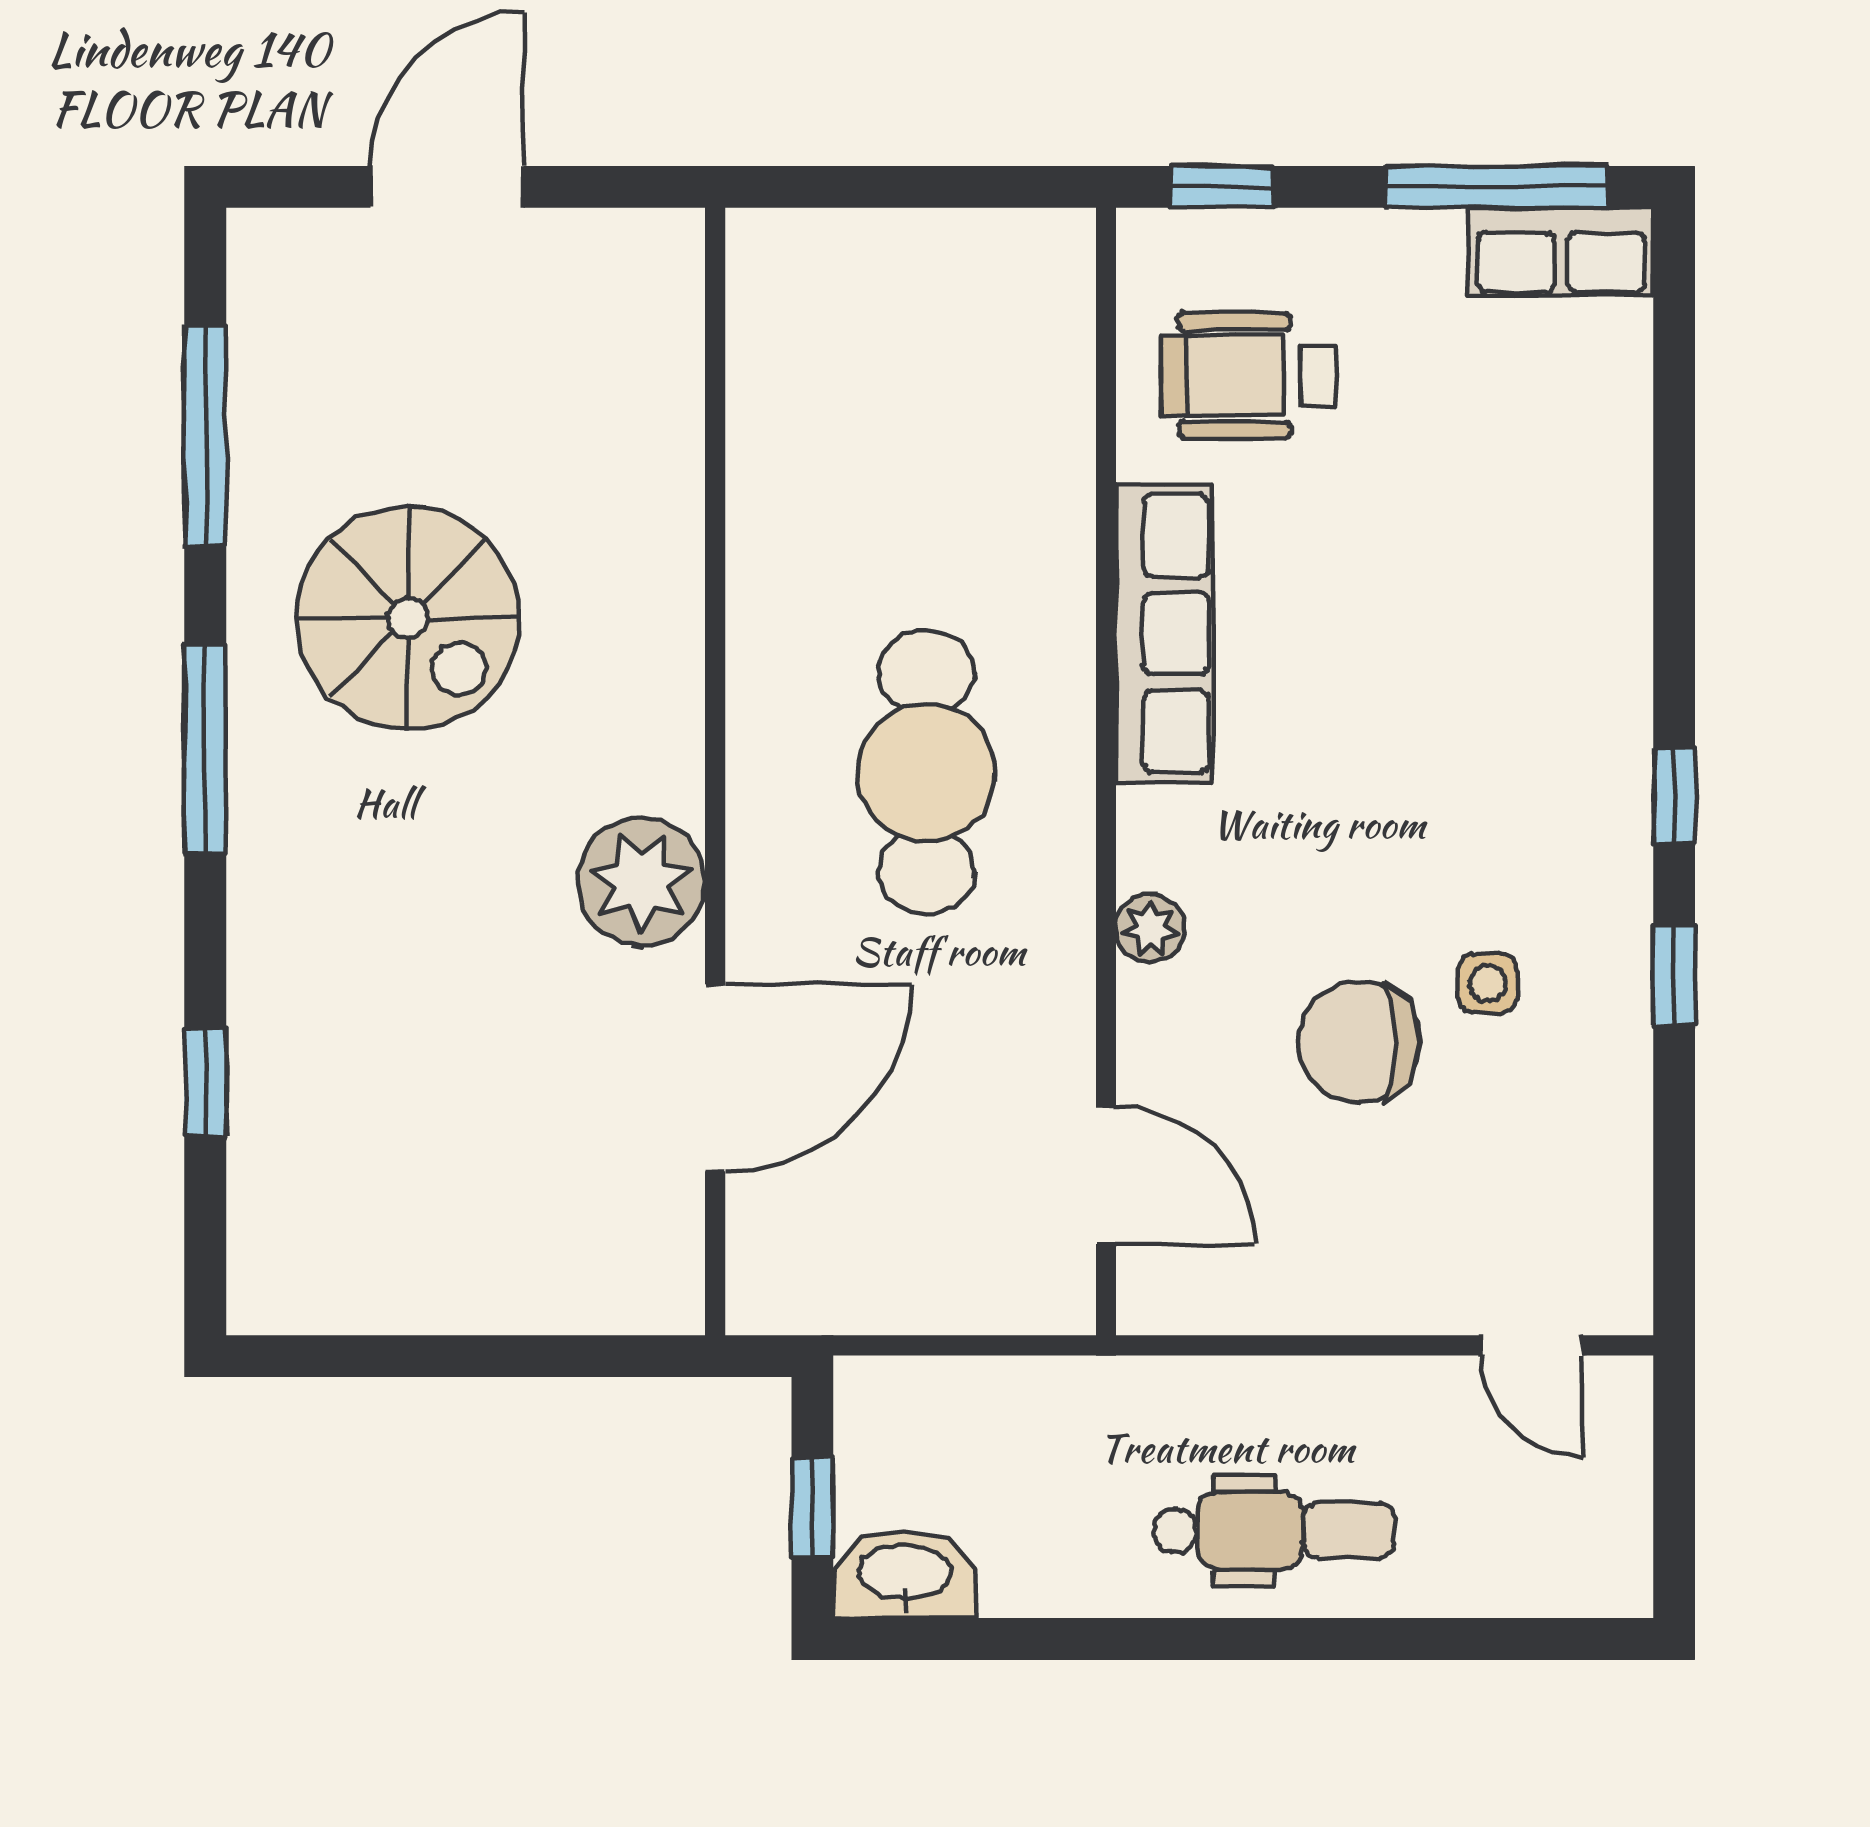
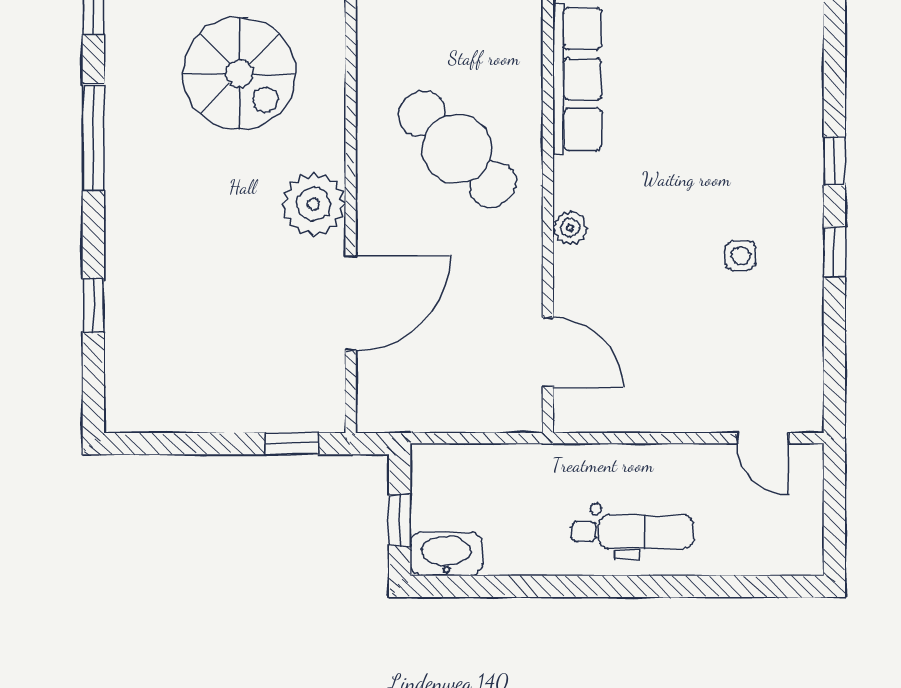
spiral stairs: (408, 618) -> (239, 73), moved
cafe table: (926, 772) -> (457, 149), turned -45
chair: (1359, 1042) -> (676, 285), removed
window: (599, 1356) -> (292, 444), added

